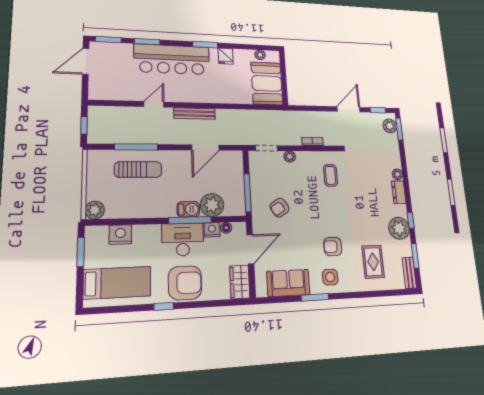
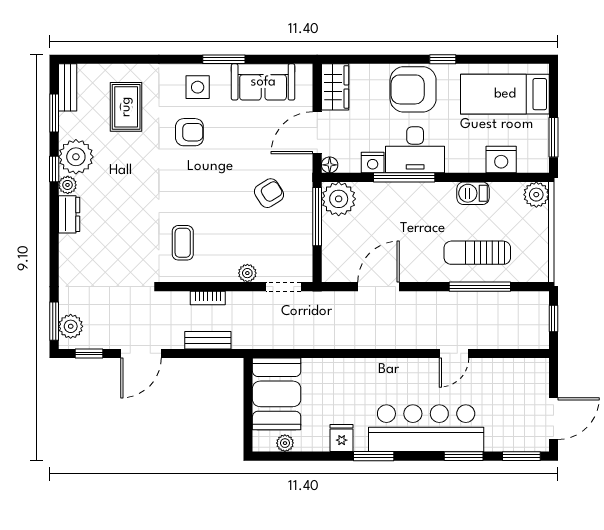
bench: (195, 114) -> (208, 340), moved, width x0.73
plant: (397, 174) -> (68, 185), moved
plant: (212, 205) -> (339, 199), moved
barbecue: (188, 209) -> (473, 193), moved
floor lamp: (226, 228) -> (330, 165), moved

